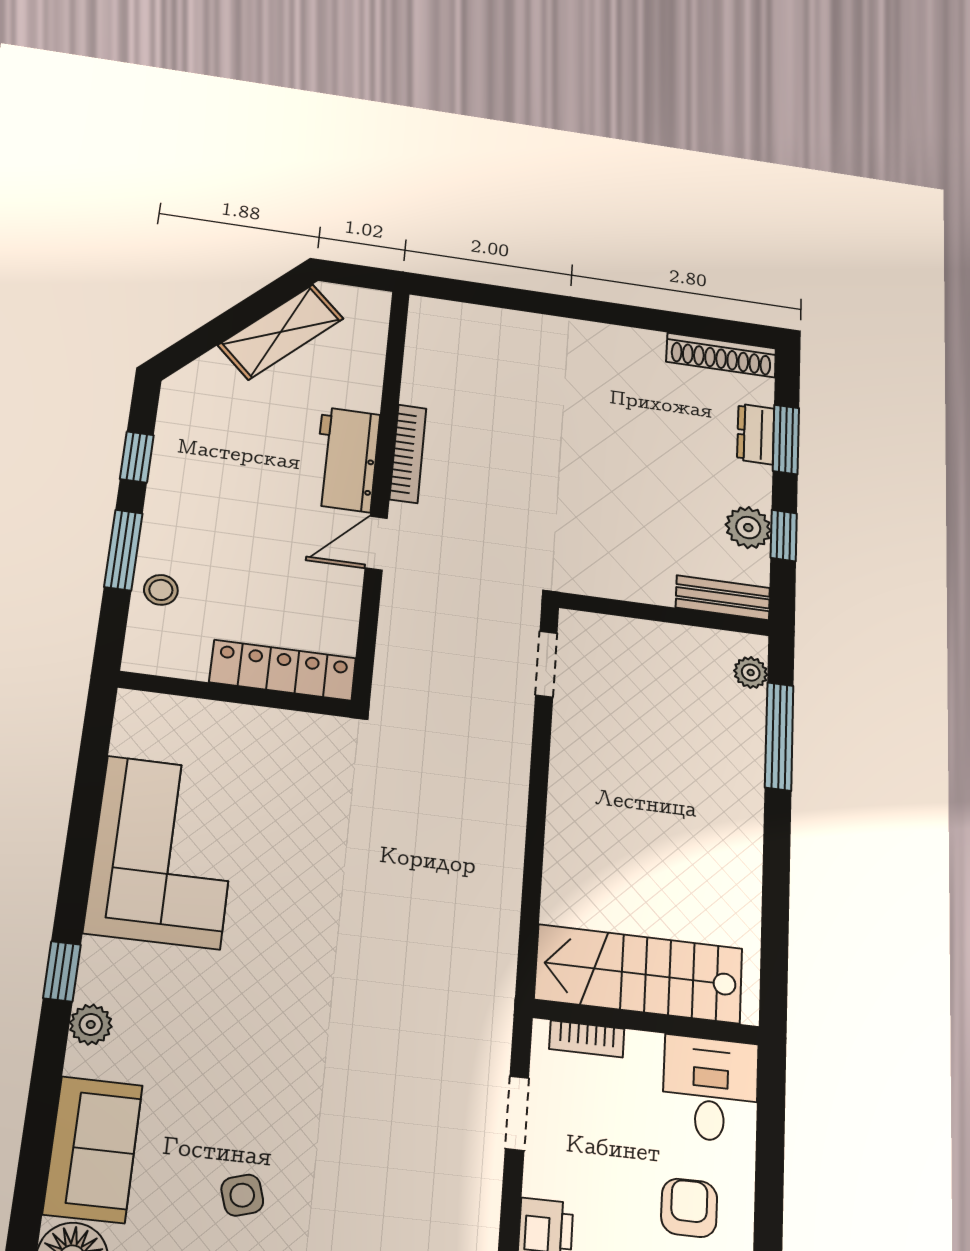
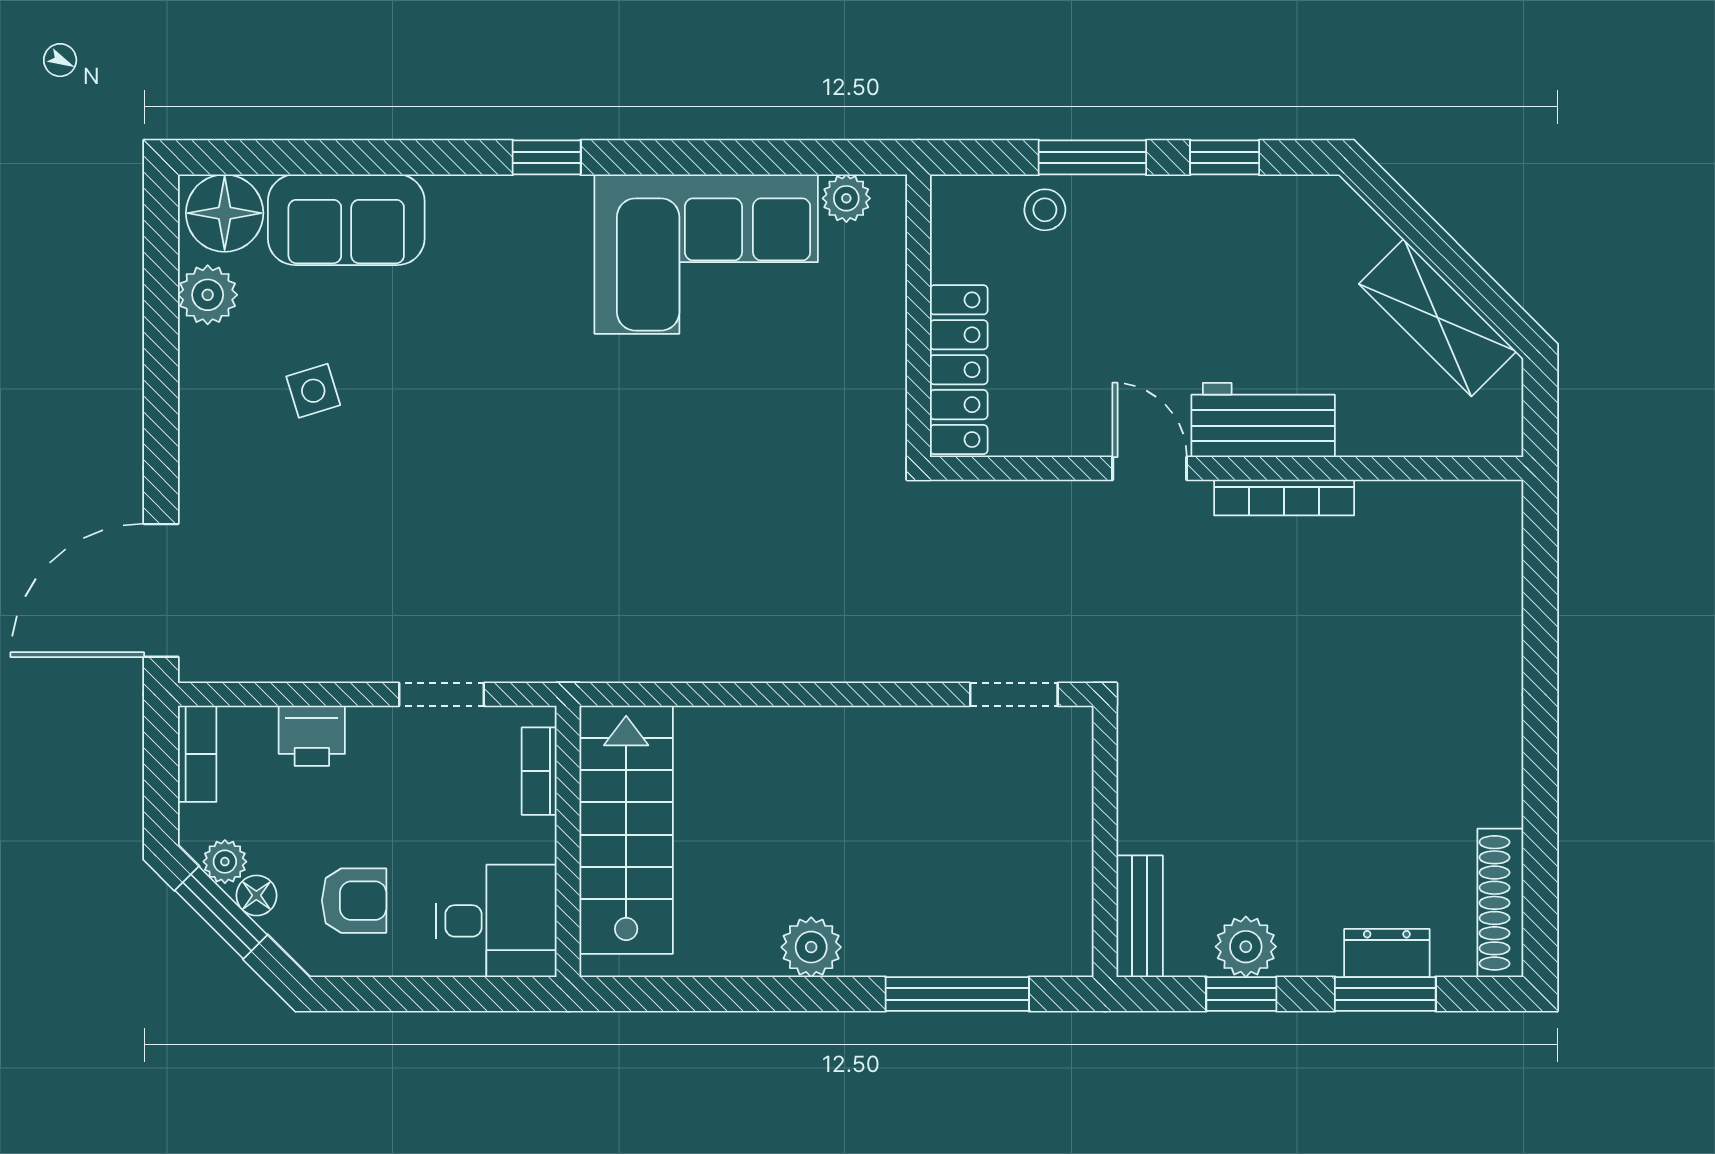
plant: (751, 673) -> (811, 947), moved, width x1.38, depth x1.38
plant: (91, 1024) -> (846, 198), moved

